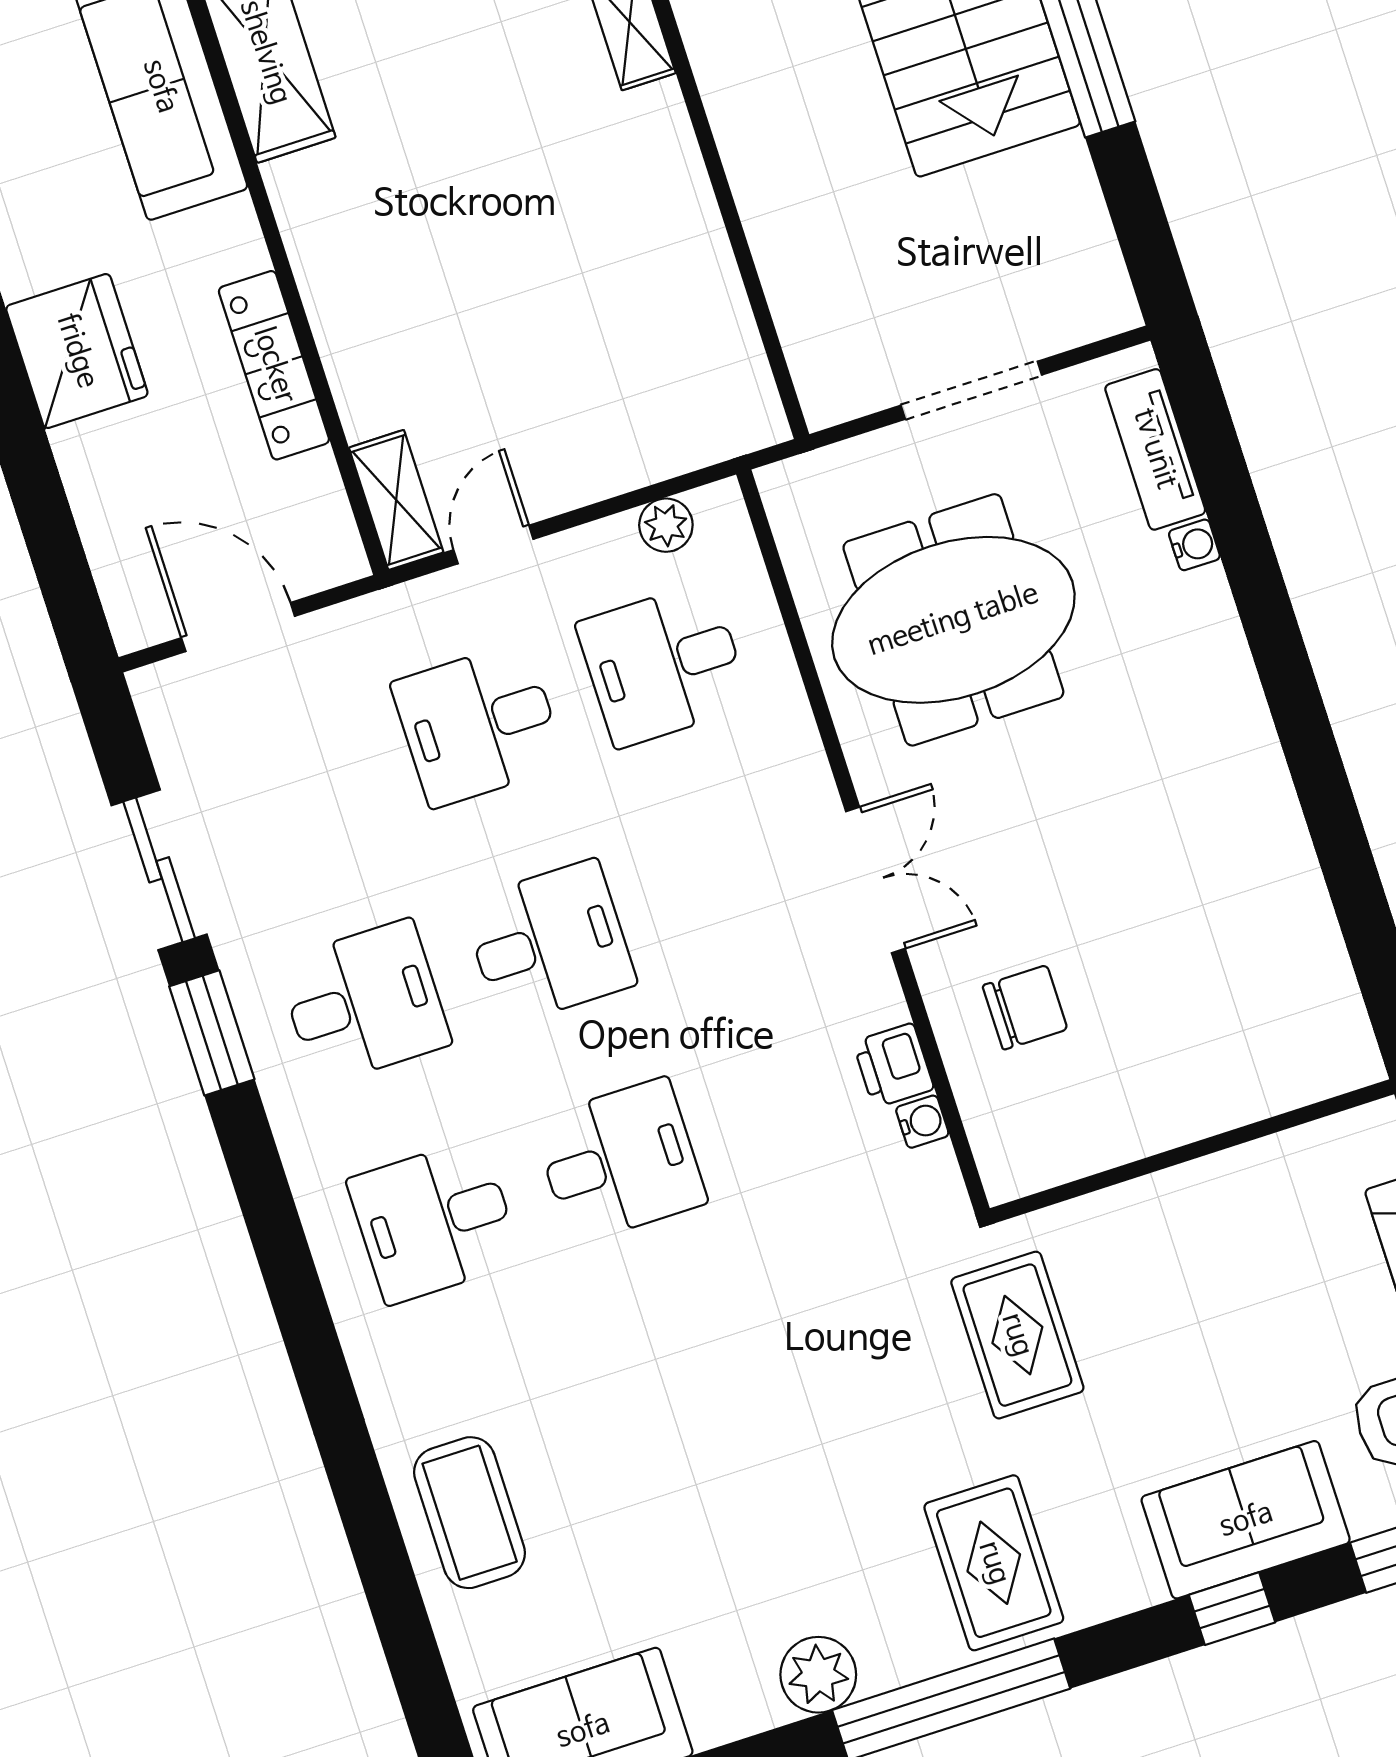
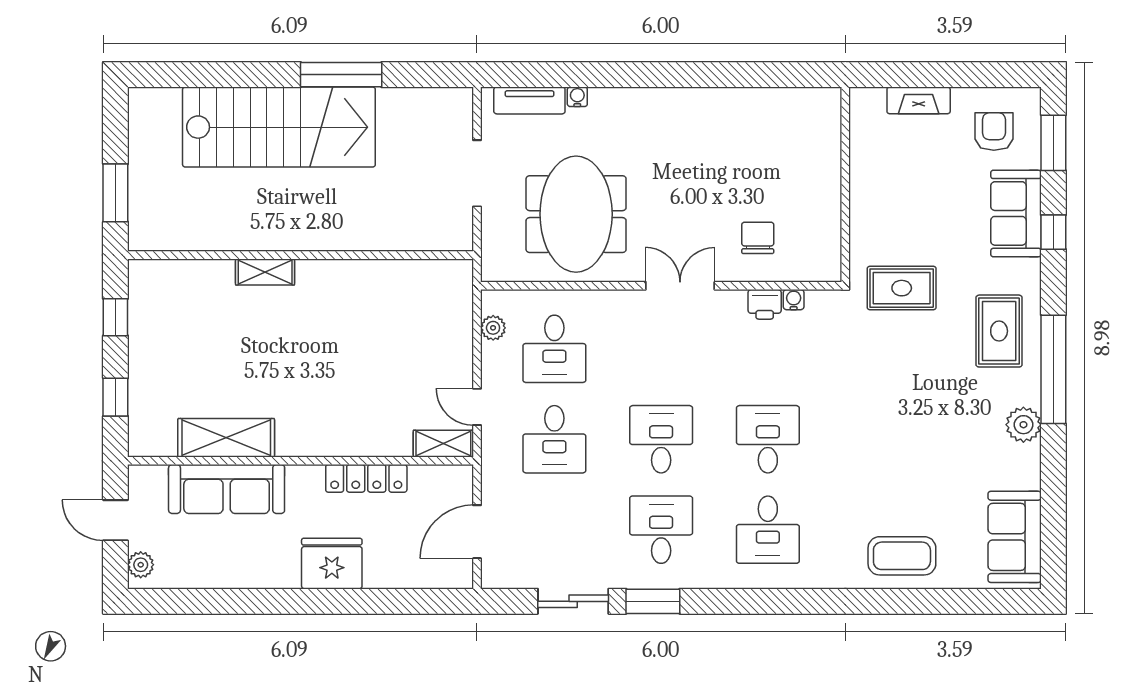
rug: (994, 1563) -> (999, 331), turned 90

